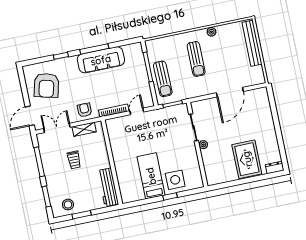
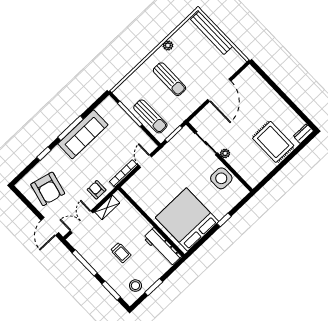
trolley: (74, 160) -> (121, 253), moved
bed: (151, 176) -> (187, 219), width x2.04
side table: (175, 180) -> (221, 178), moved

